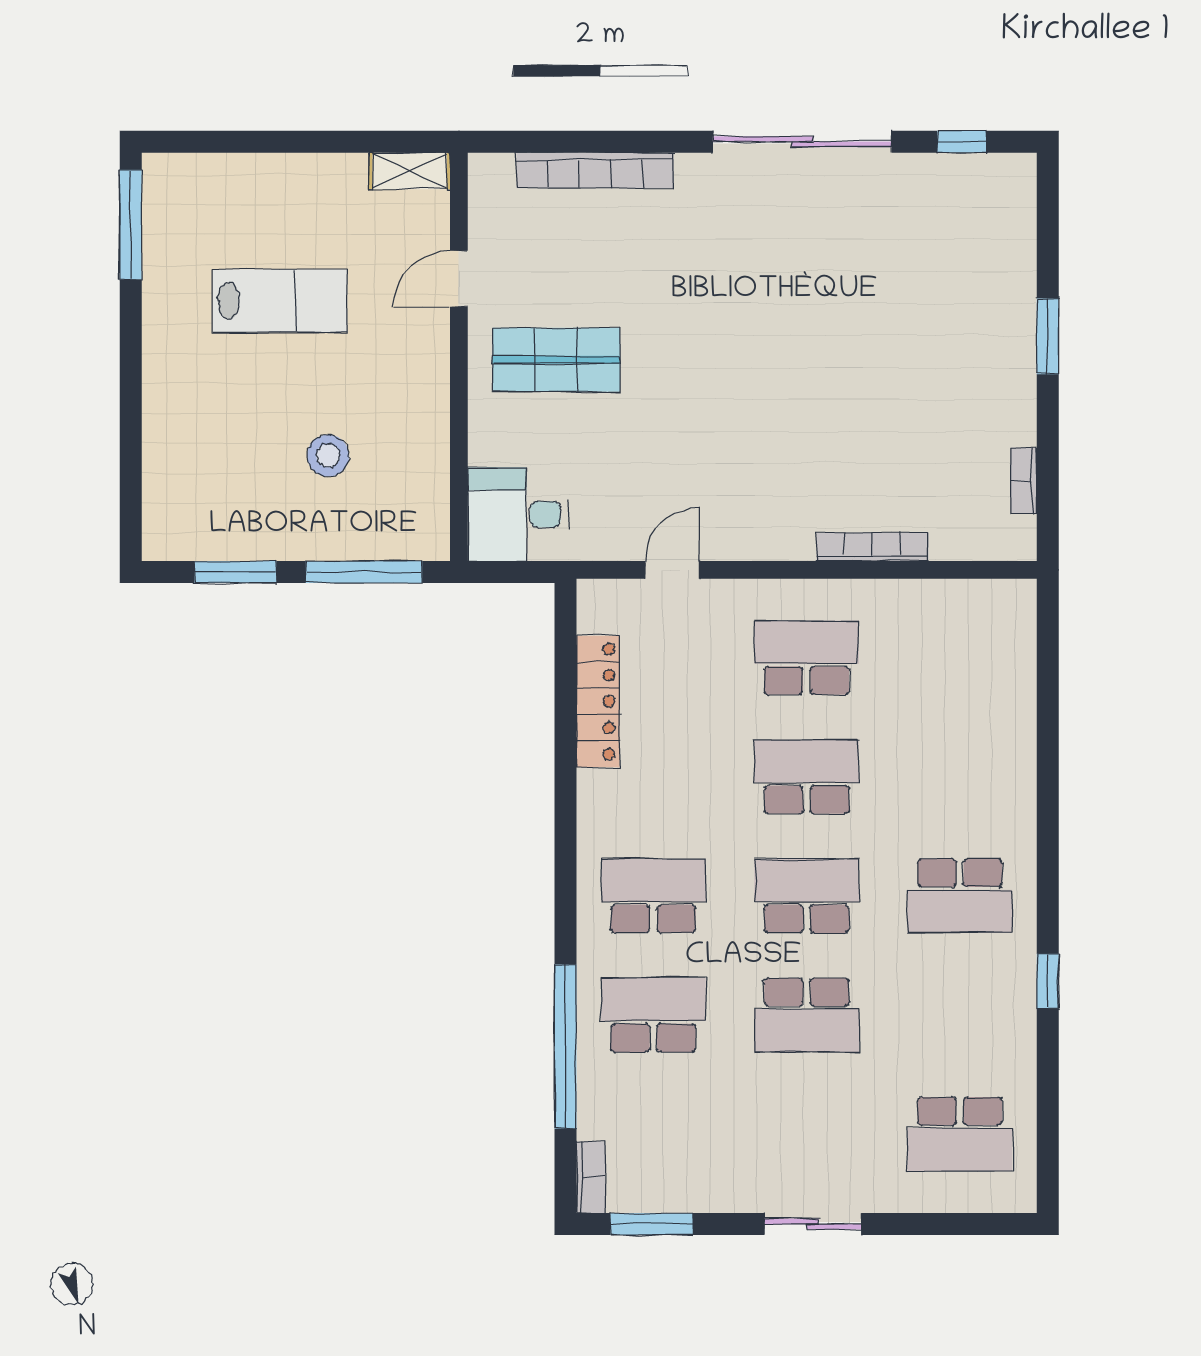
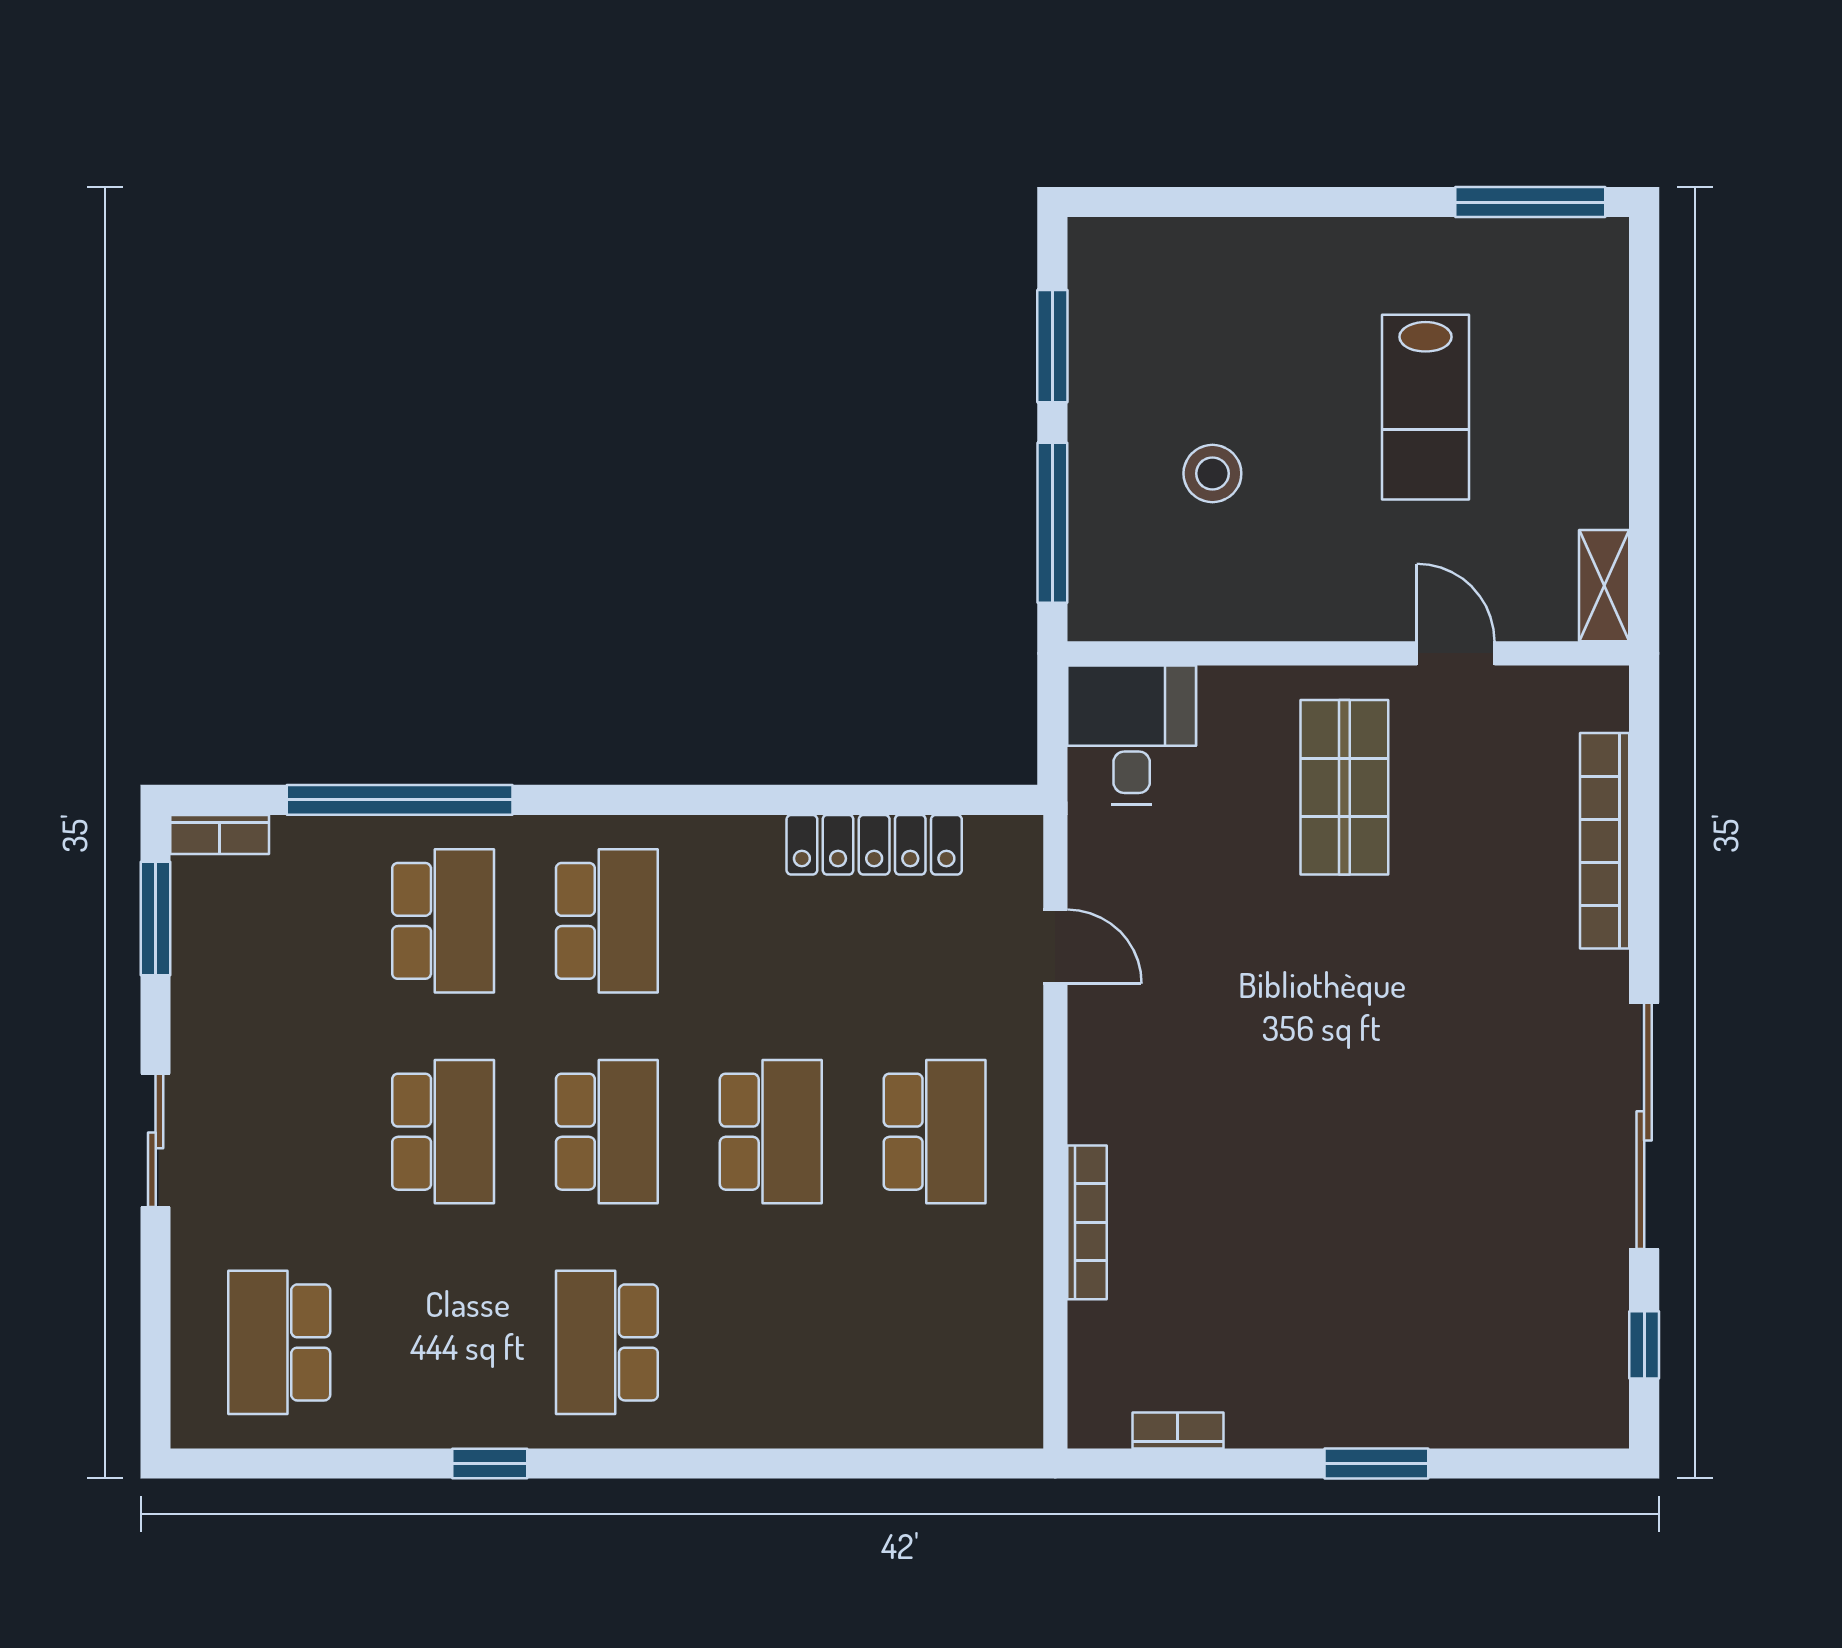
school desk: (807, 1015) -> (443, 1132), turned 180

